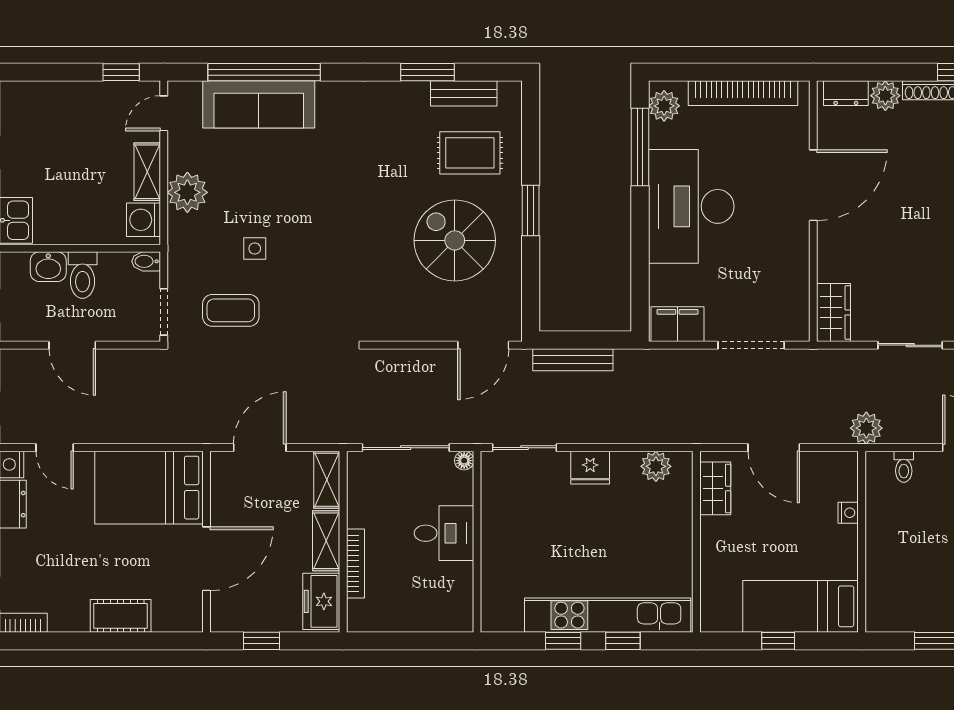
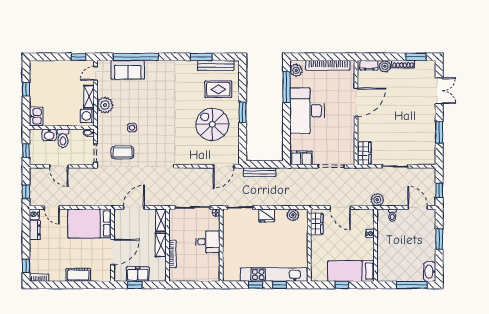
bench: (464, 93) -> (216, 65), width x1.36
sofa: (259, 104) -> (128, 70), width x0.73
freezer: (321, 601) -> (138, 274), moved, turned 90

